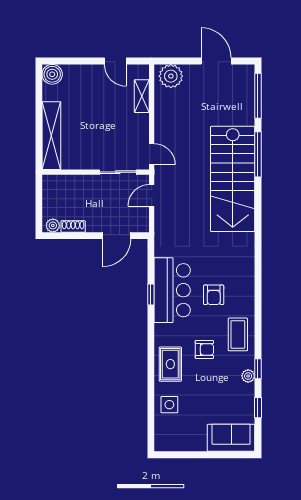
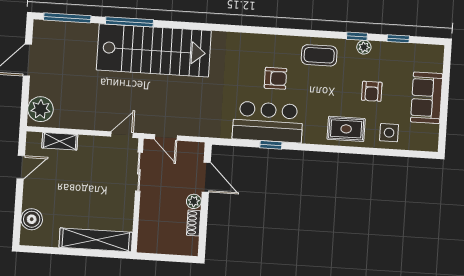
boiler: (52, 74) -> (32, 219), moved
plant: (53, 225) -> (194, 201), moved
armchair: (204, 349) -> (372, 91), moved, turned 180
sofa: (231, 438) -> (427, 98), moved

